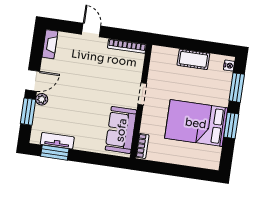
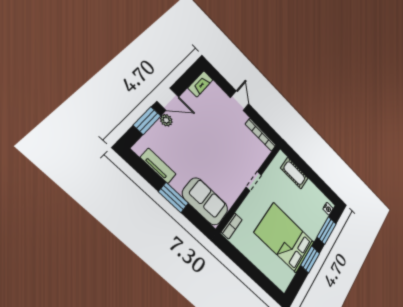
cot: (193, 59) -> (294, 173), moved
sofa: (121, 130) -> (205, 201), moved, turned 90
window: (55, 153) -> (174, 198), moved

